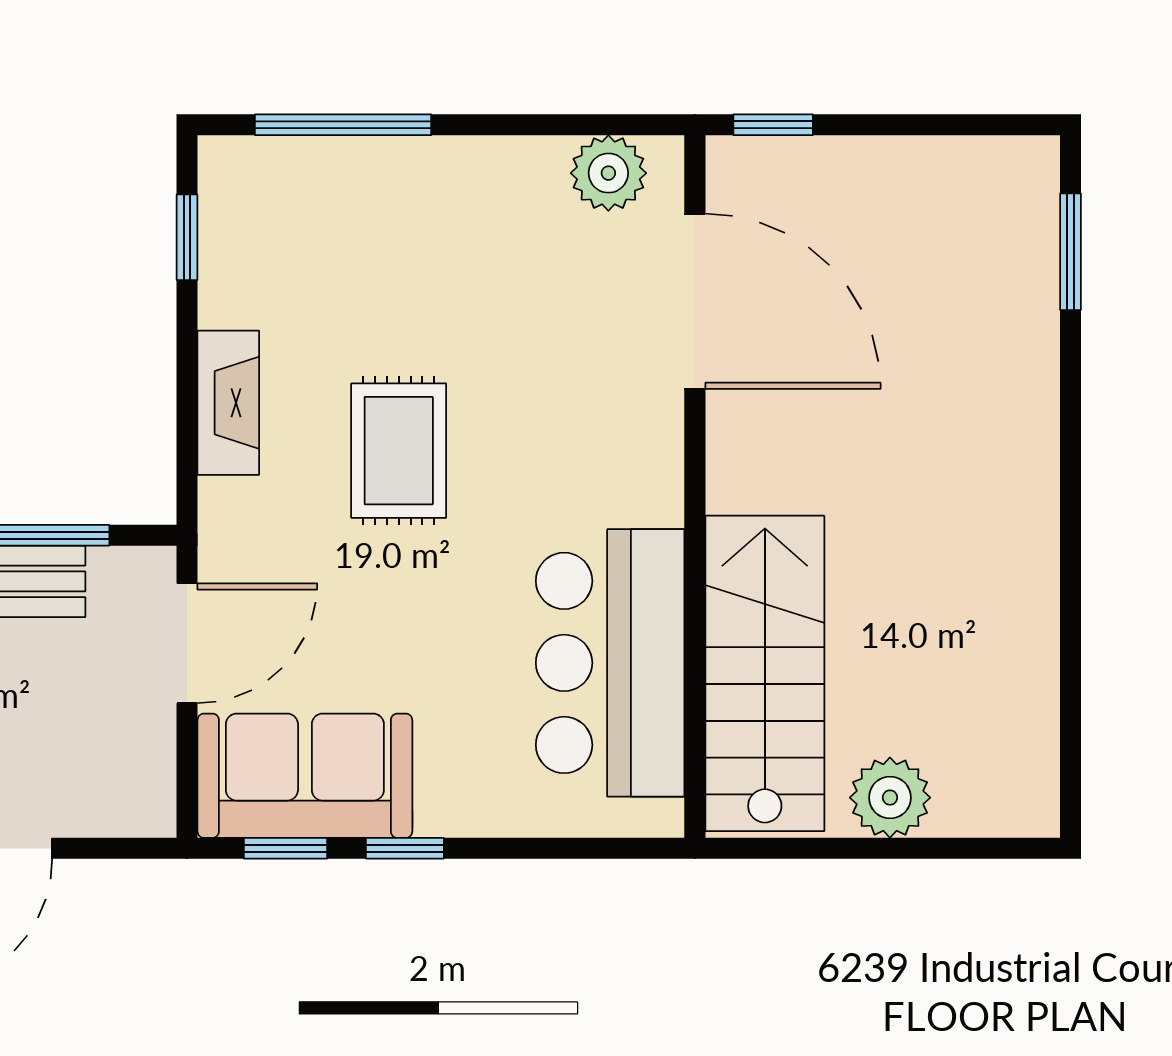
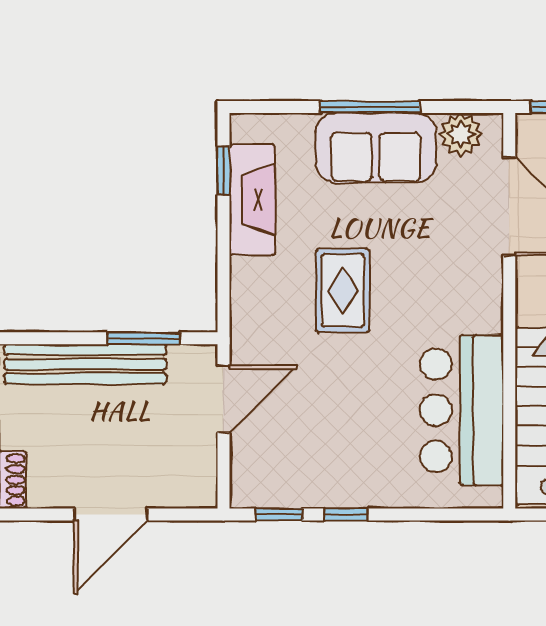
window: (343, 125) -> (370, 107), moved
fireplace: (228, 403) -> (252, 199), moved, width x1.37, depth x1.32
sofa: (305, 776) -> (376, 148), moved, turned 180

